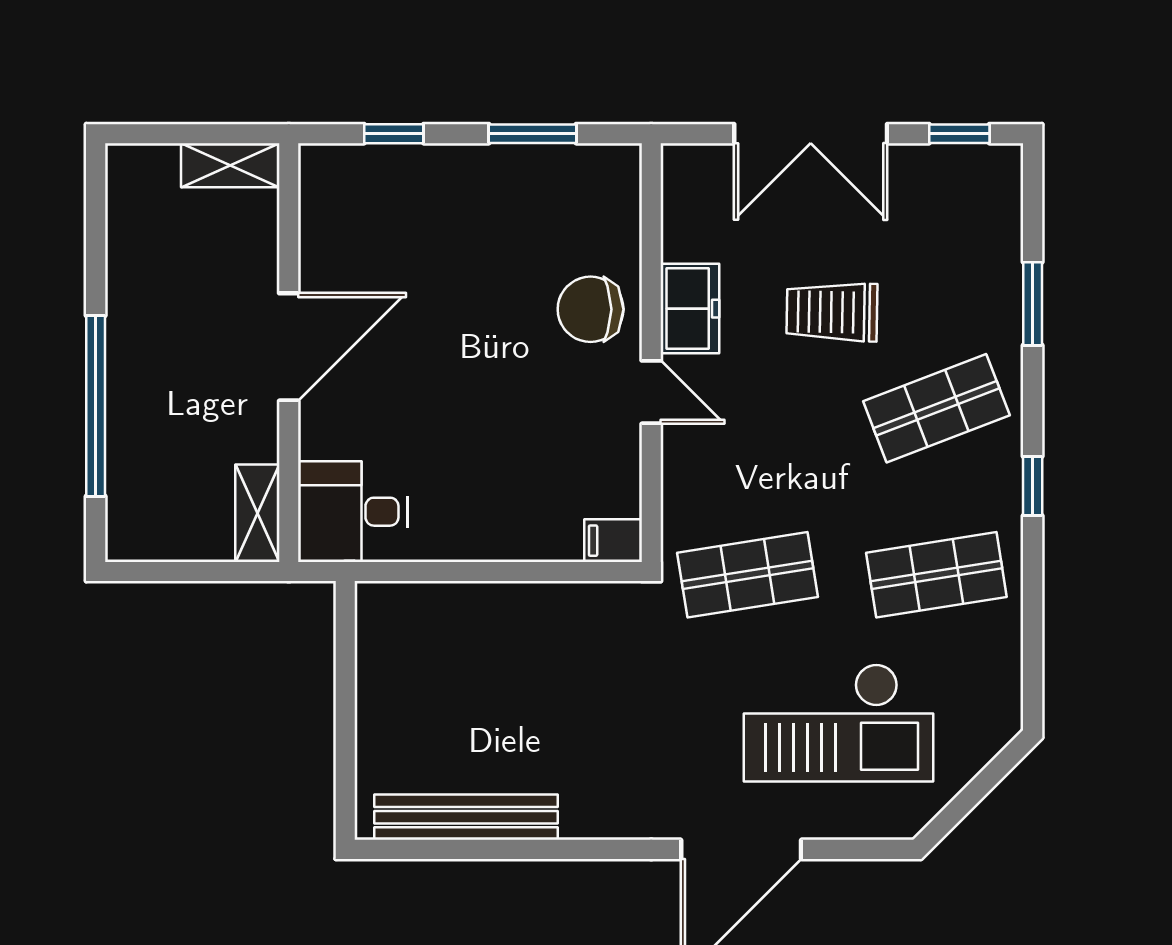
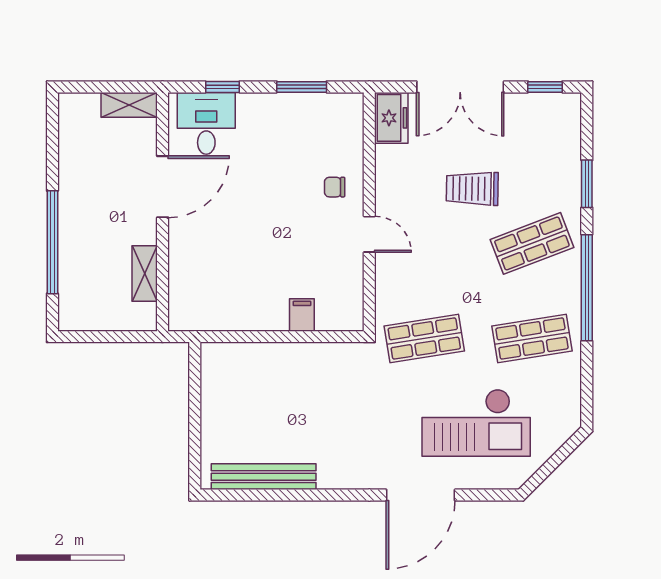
chair: (591, 309) -> (335, 187), width x0.54, depth x0.54
freezer: (690, 309) -> (391, 118), moved
door: (289, 347) -> (163, 187), moved
window: (1033, 486) -> (587, 288), width x3.17
desk: (353, 512) -> (206, 123), moved, turned 90
shelving: (257, 513) -> (145, 274), moved
filing cabinet: (613, 541) -> (302, 315), moved, turned 90

